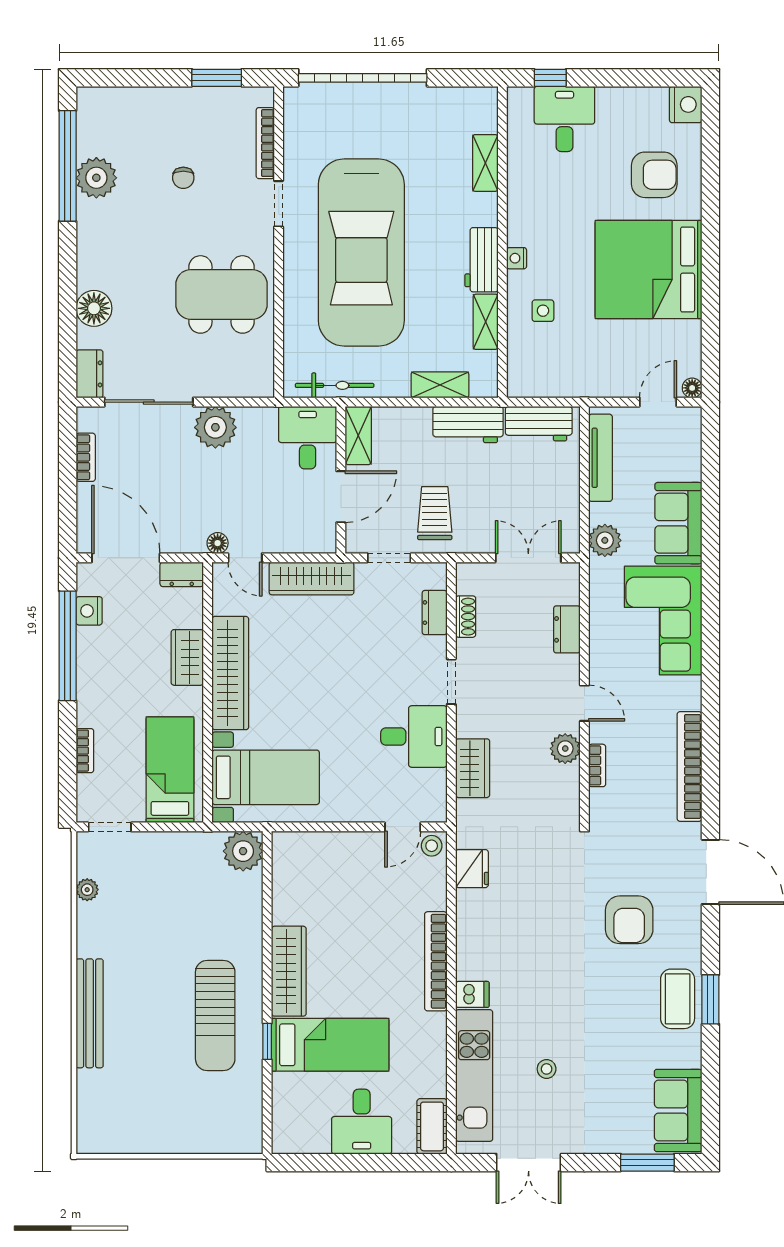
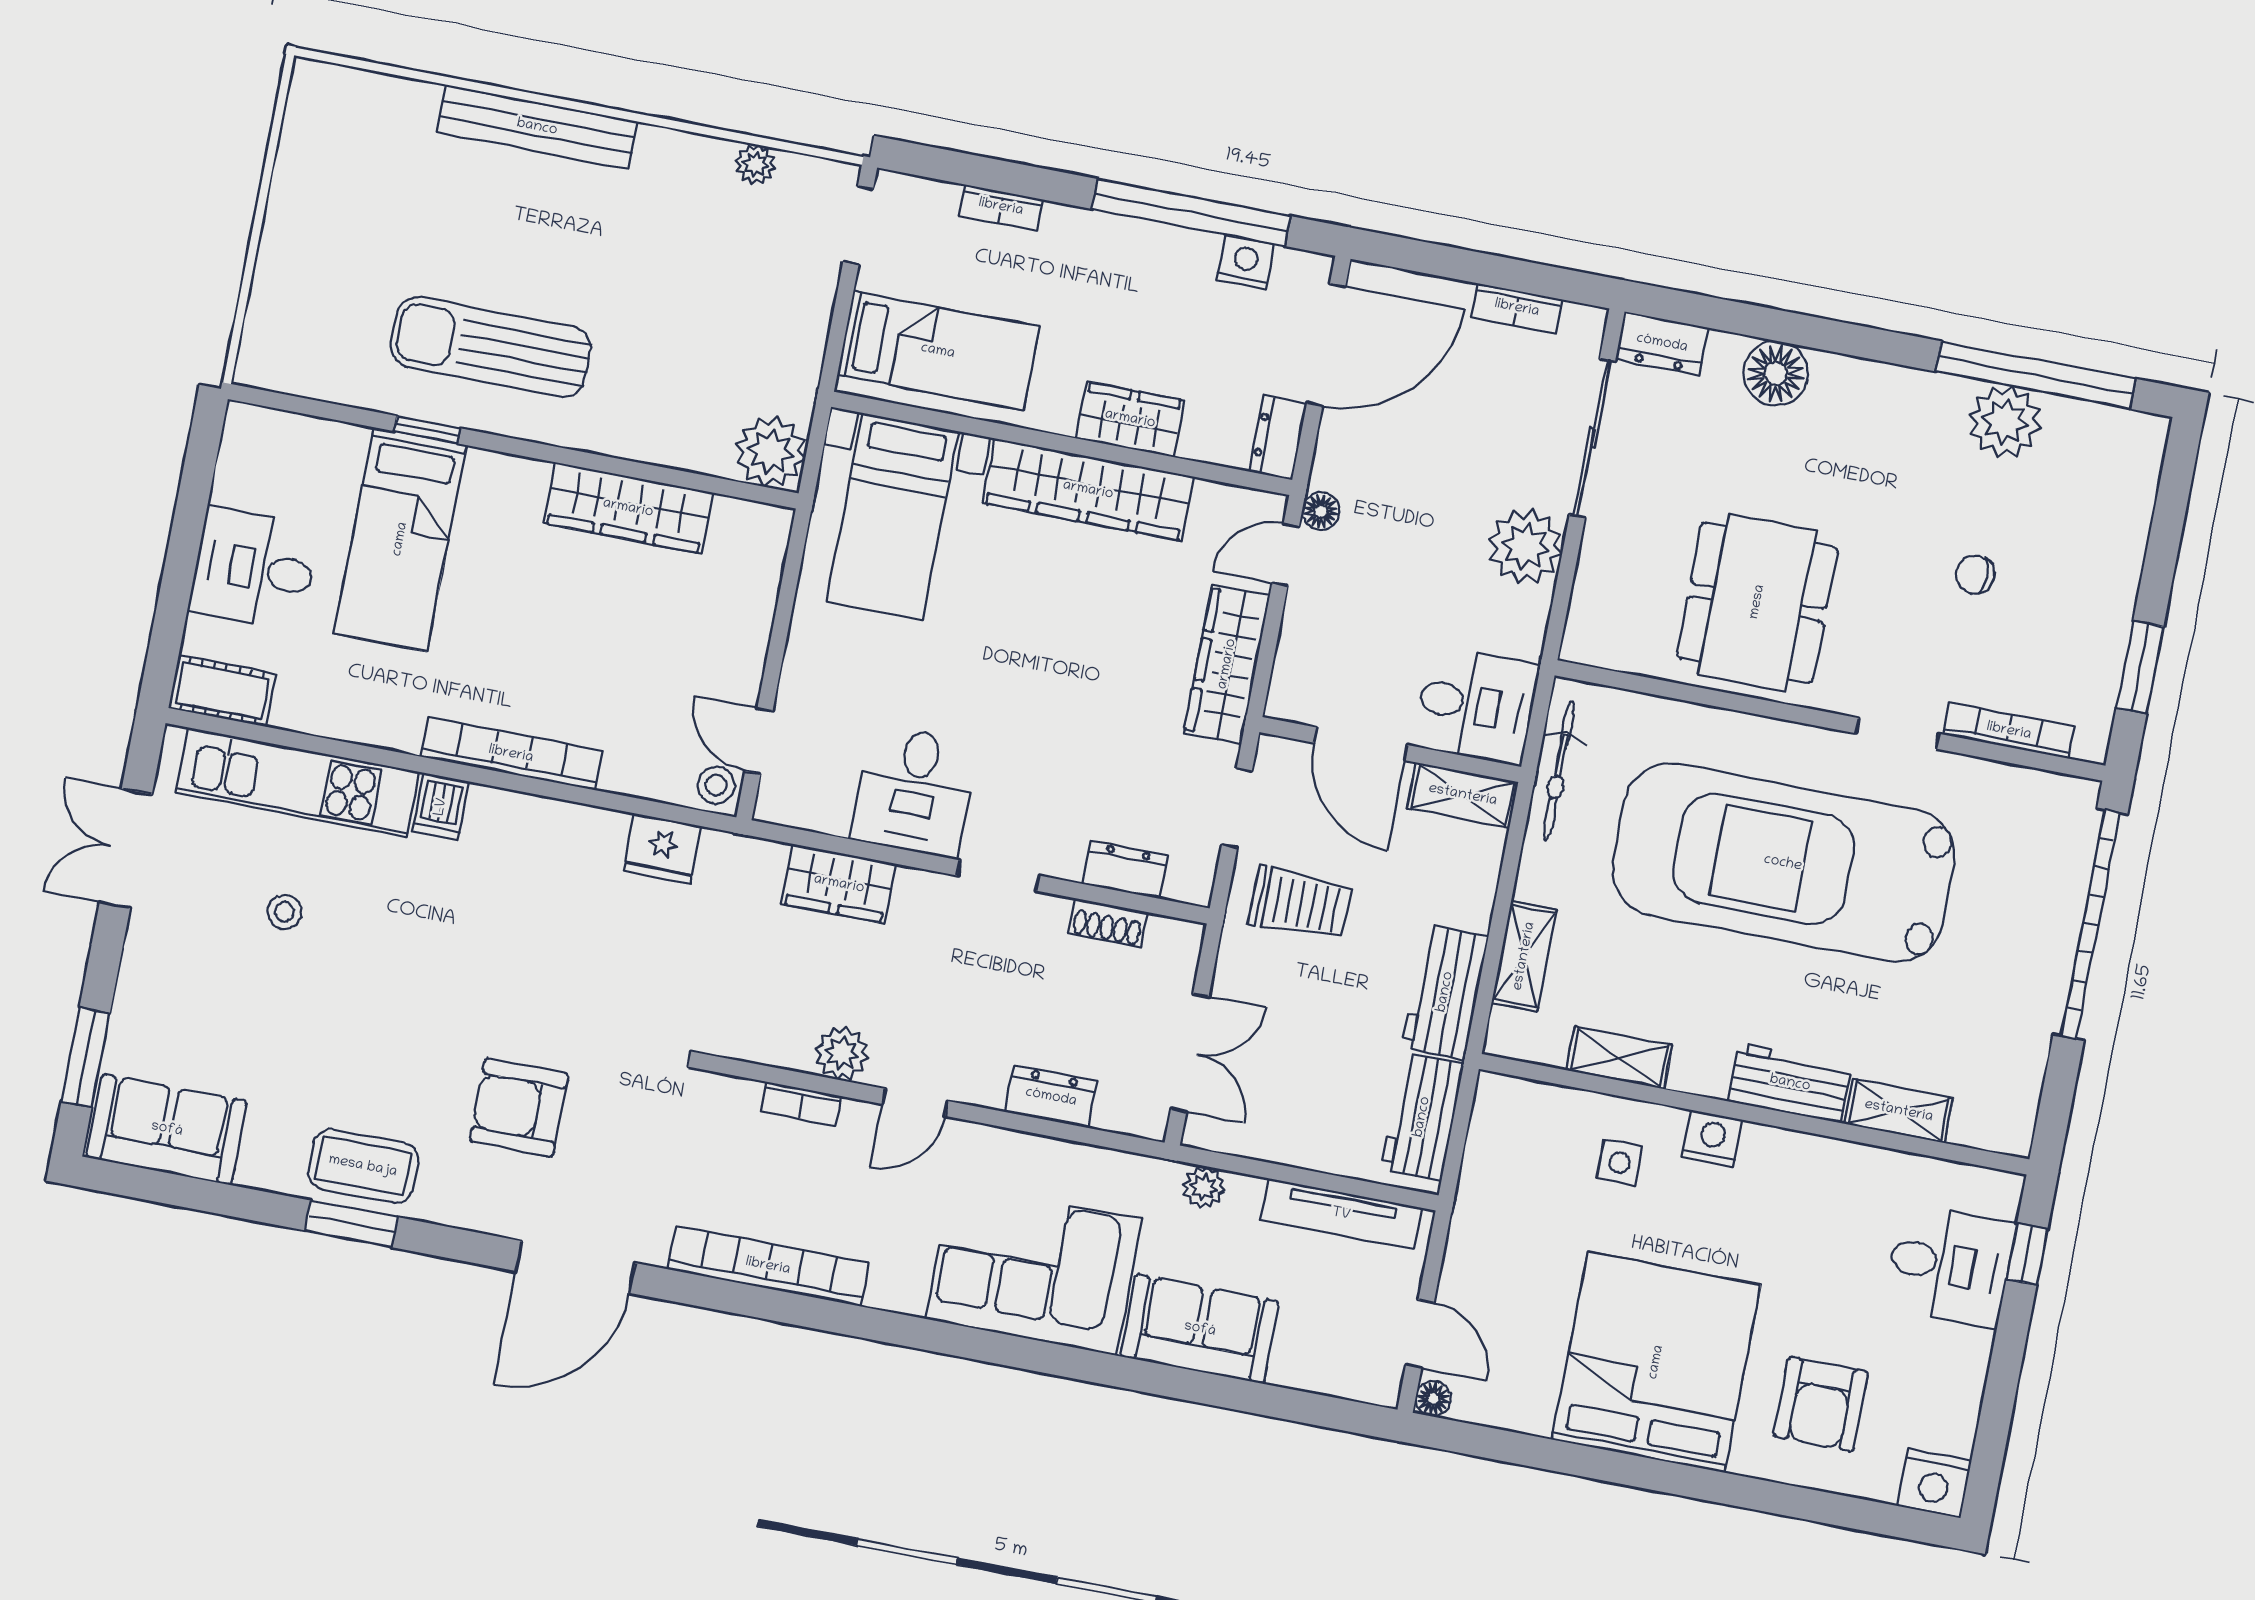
nightstand: (517, 258) -> (1712, 1139), width x1.39, depth x1.35
workbench: (481, 260) -> (1790, 1083), moved
plant: (605, 540) -> (1204, 1187), width x0.73, depth x0.73
wardrobe: (289, 971) -> (628, 508), moved

